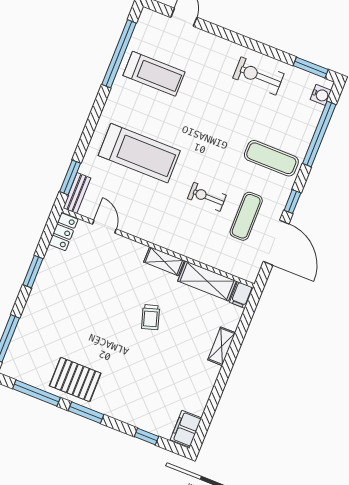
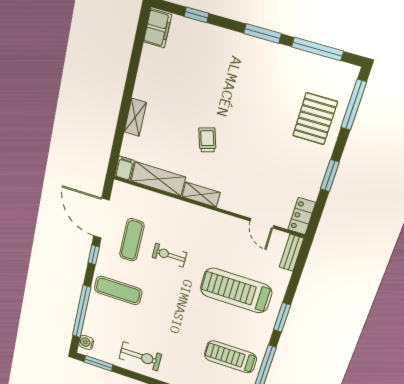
window: (70, 177) -> (282, 317), moved
exercise bike: (207, 197) -> (169, 255), turned 180
pallet: (75, 379) -> (315, 119), moved, turned 90

